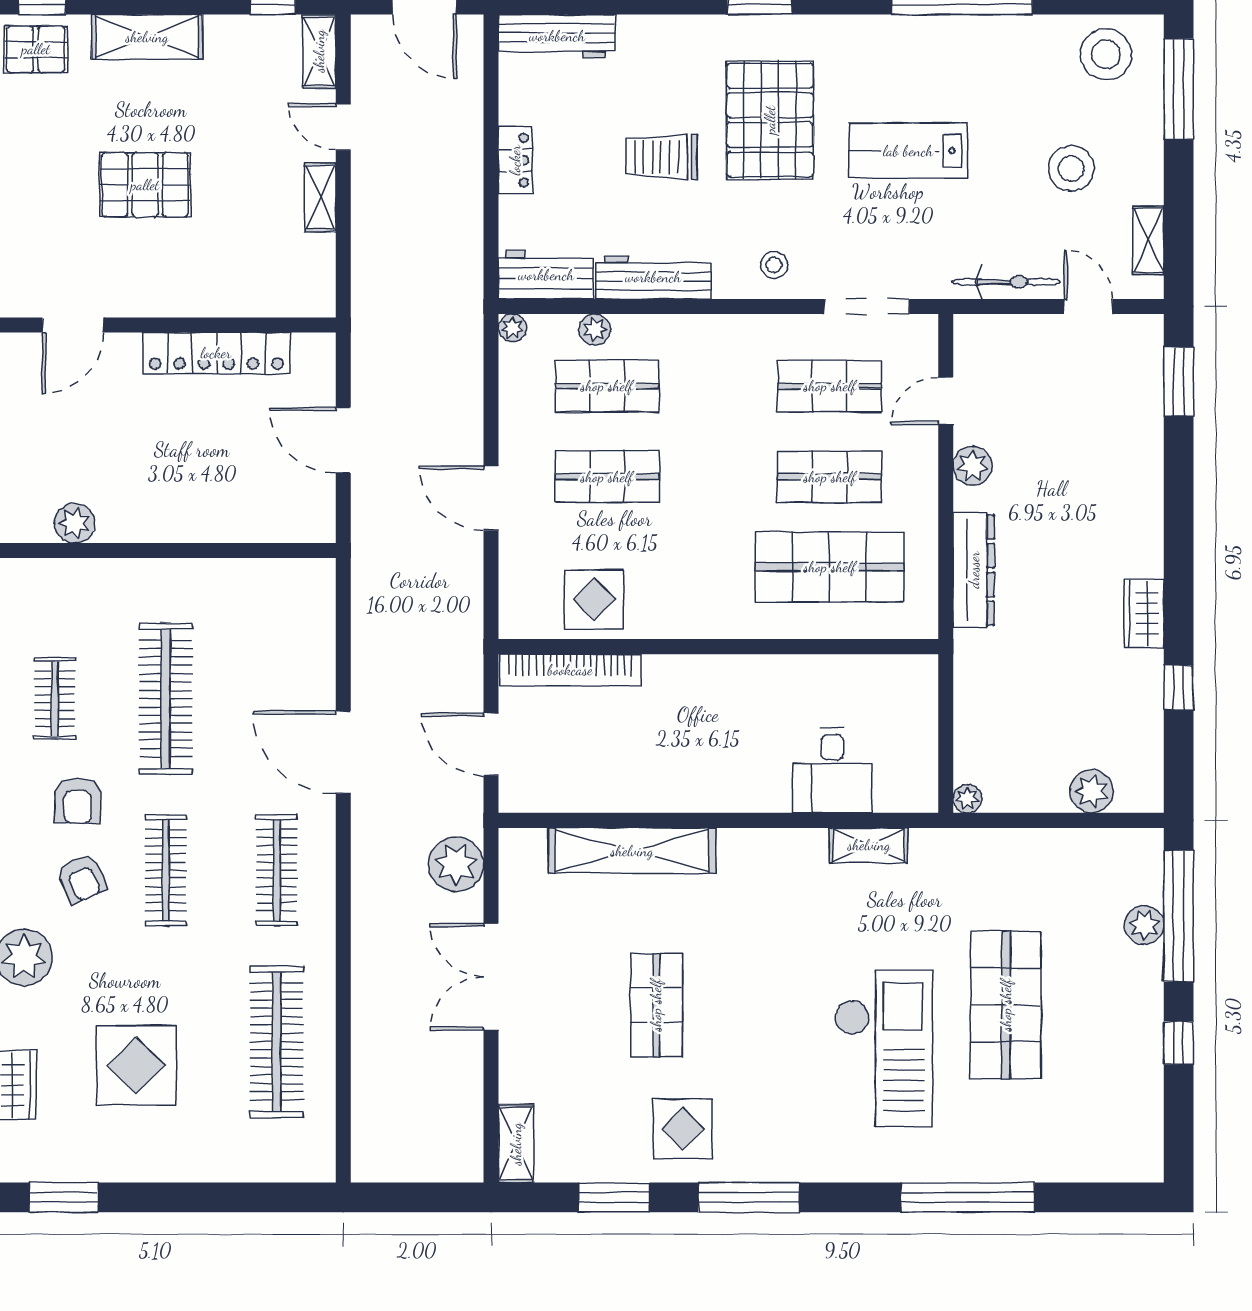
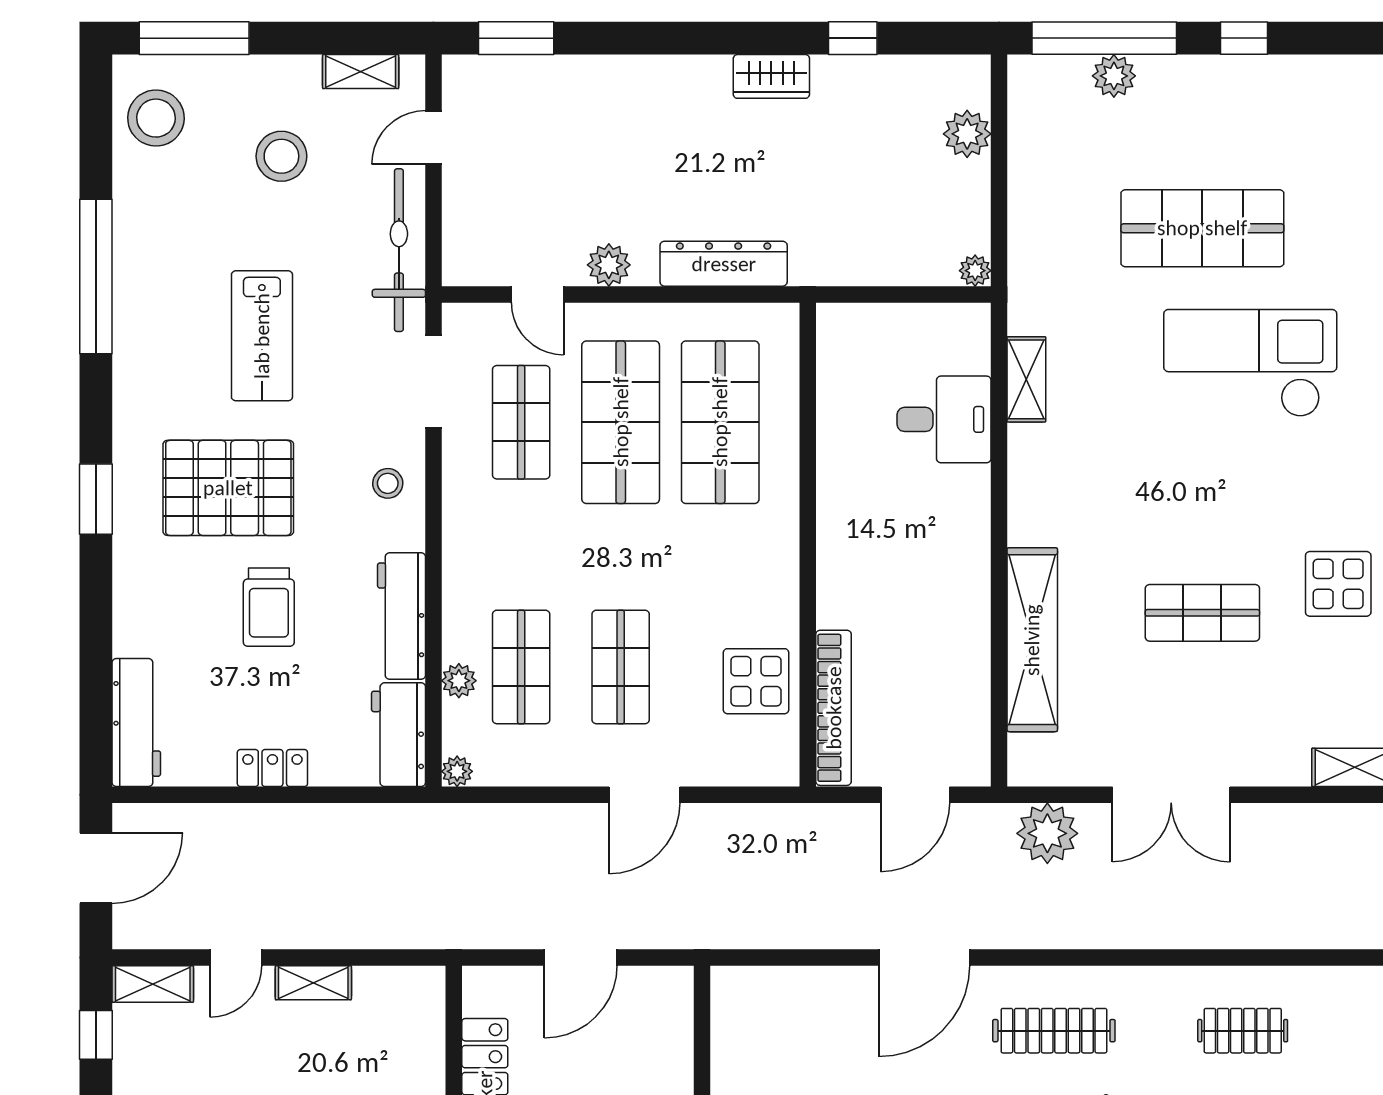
bicycle: (1006, 282) -> (399, 250), width x1.37, depth x1.40
shop shelf: (830, 477) -> (621, 422), width x1.43, depth x1.36
clothes rail: (277, 1042) -> (1243, 1031), width x0.54, depth x0.76

